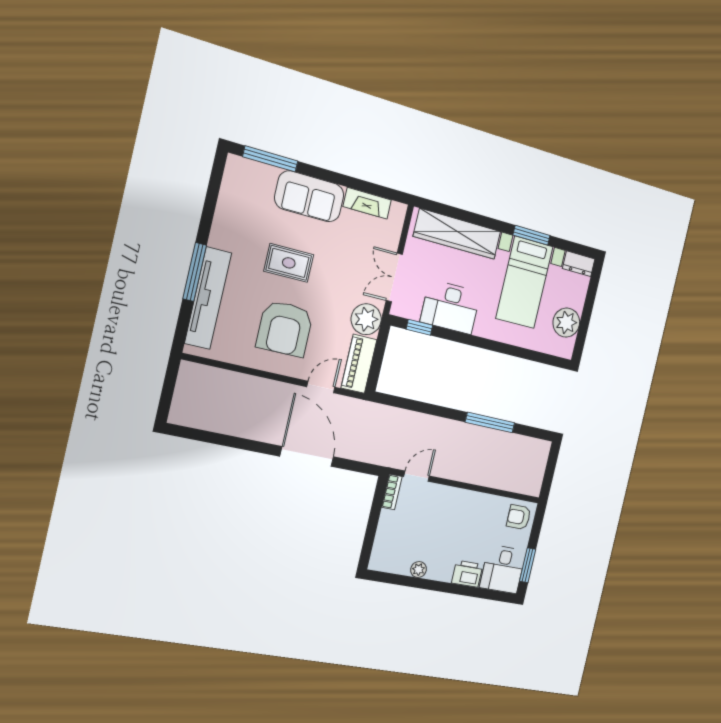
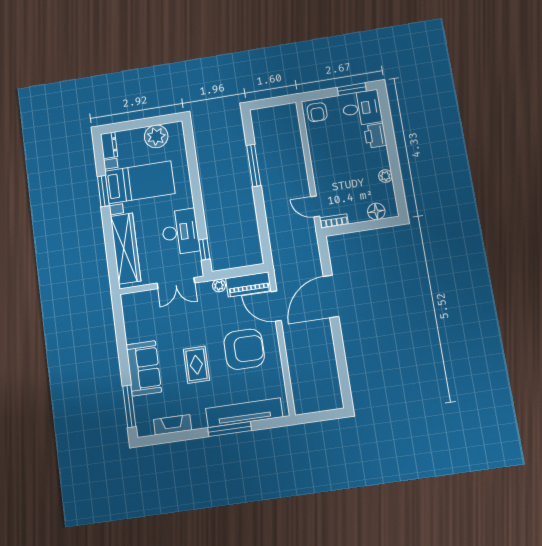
fireplace: (367, 203) -> (172, 425), moved, turned -90
plant: (366, 319) -> (219, 286), width x0.53, depth x0.53
door: (321, 387) -> (276, 306), width x1.38
floor lamp: (383, 545) -> (376, 211), added

